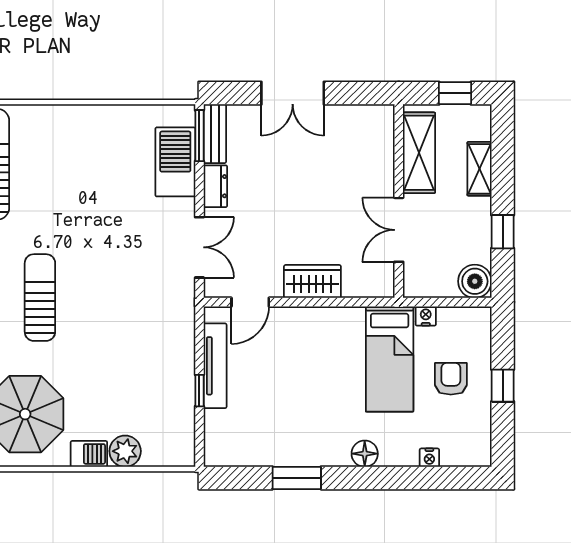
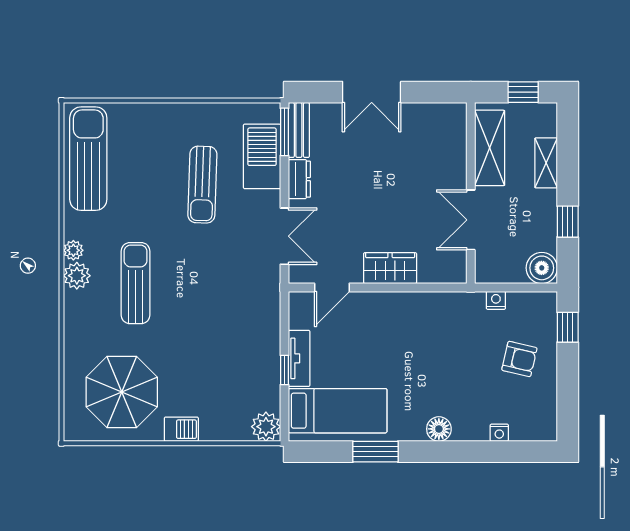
sun lounger: (111, 192) -> (202, 185), added
bed: (390, 359) -> (338, 411), moved, turned -90
tv unit: (215, 366) -> (299, 358), width x0.71
armchair: (451, 379) -> (519, 359), turned 103
window: (503, 386) -> (568, 327), moved
plant: (125, 451) -> (266, 427), moved

